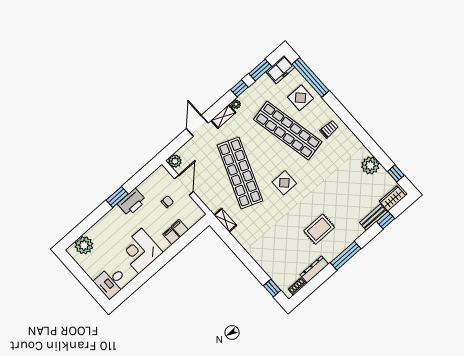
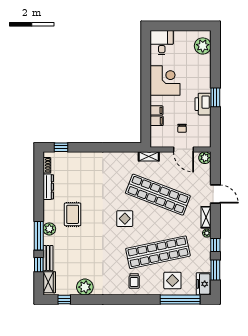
shelving: (225, 220) -> (149, 156), moved
plant: (348, 238) -> (49, 229), added
window: (346, 256) -> (39, 236), moved

